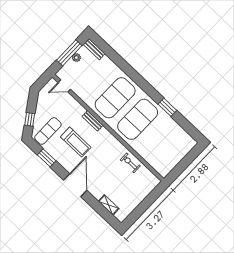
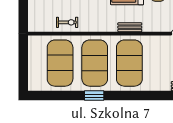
window: (167, 107) -> (94, 96), moved
exercise mat: (160, 141) -> (60, 63), added

